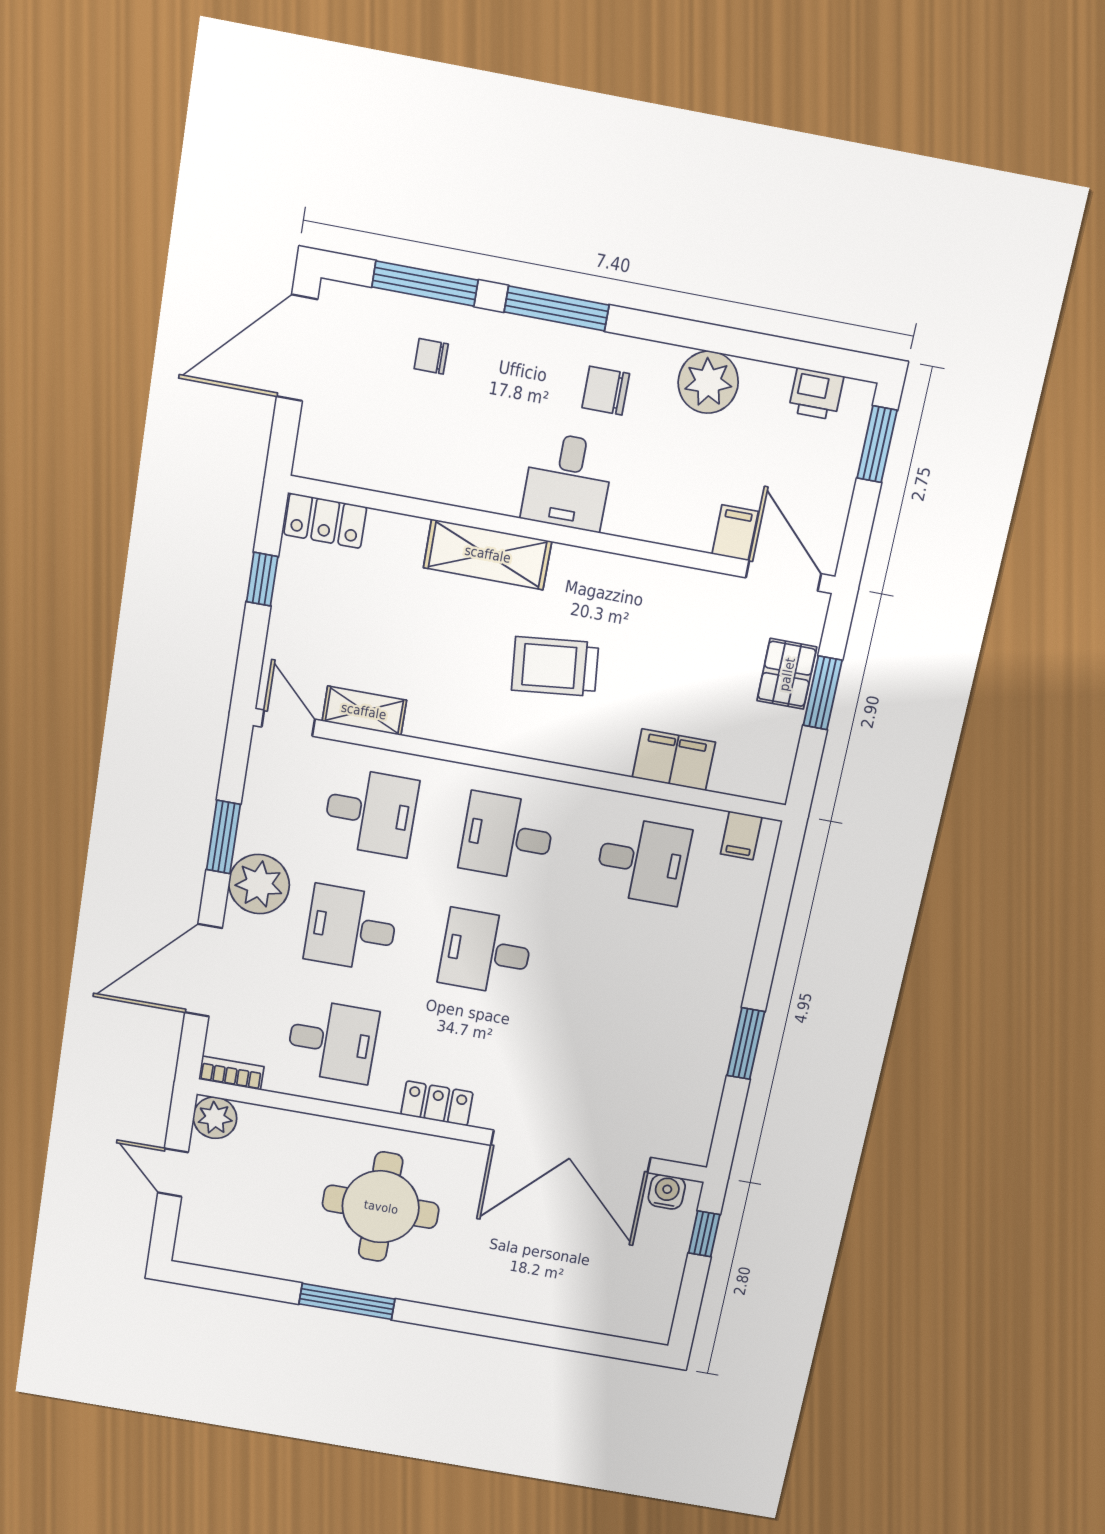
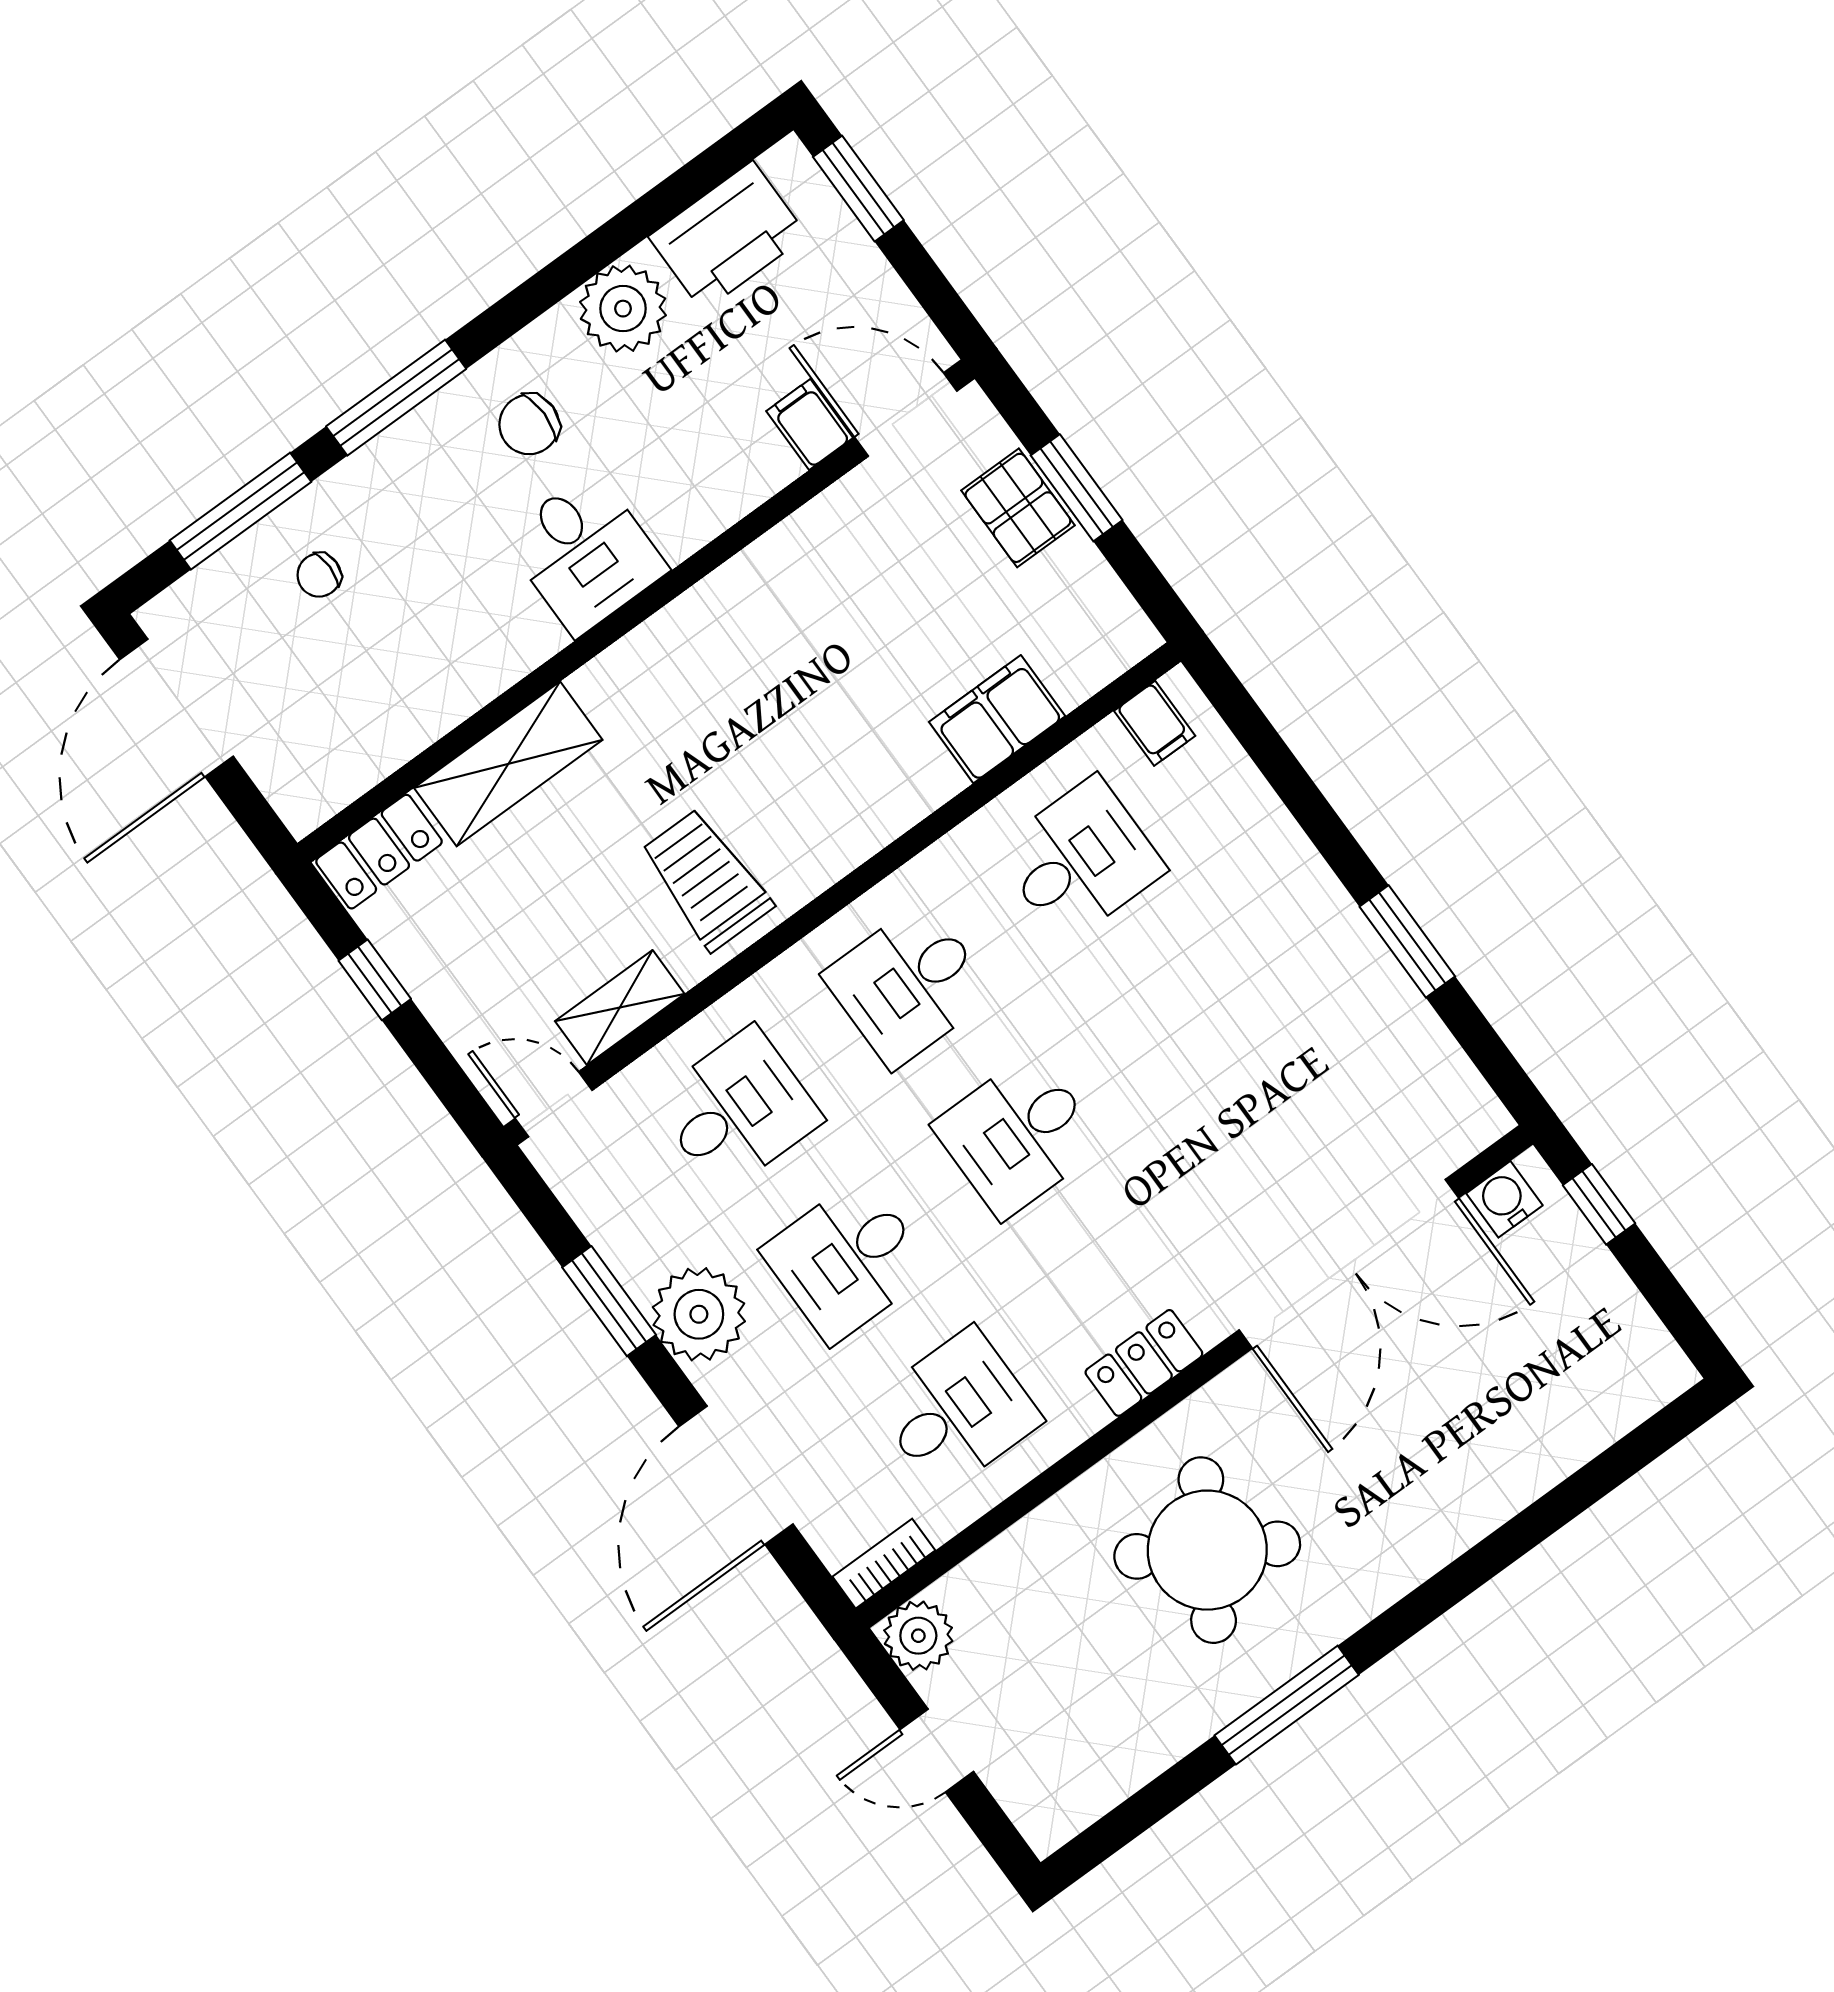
printer: (816, 394) -> (728, 236), width x1.87, depth x1.48
shelving: (488, 554) -> (508, 764), moved
trolley: (555, 667) -> (706, 879), moved, turned 96
round table: (381, 1207) -> (1207, 1550), turned 31

